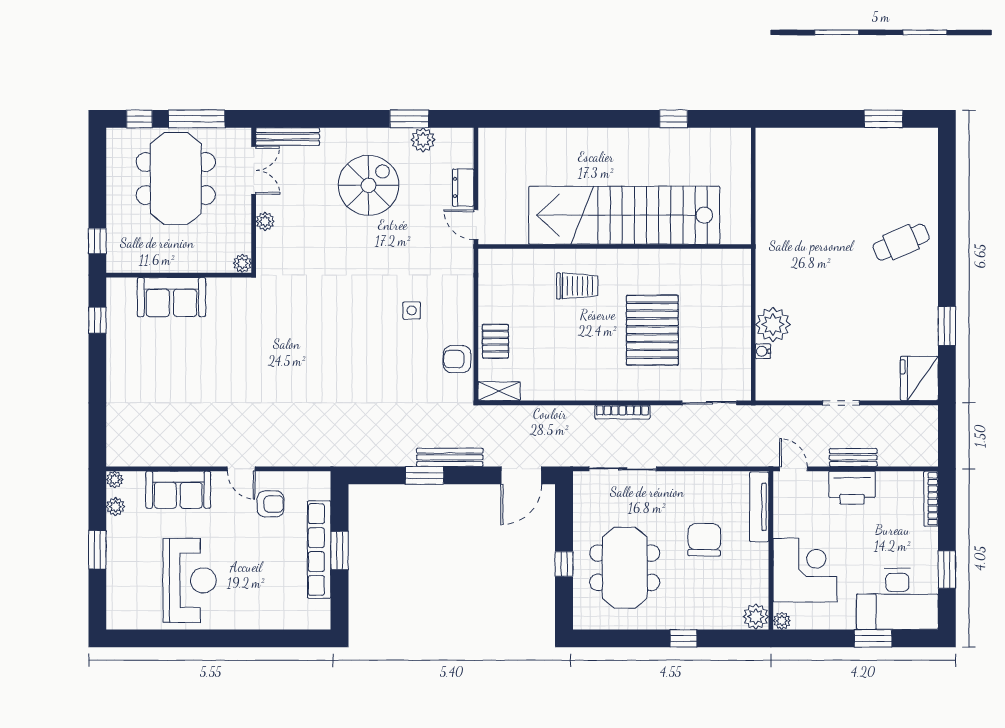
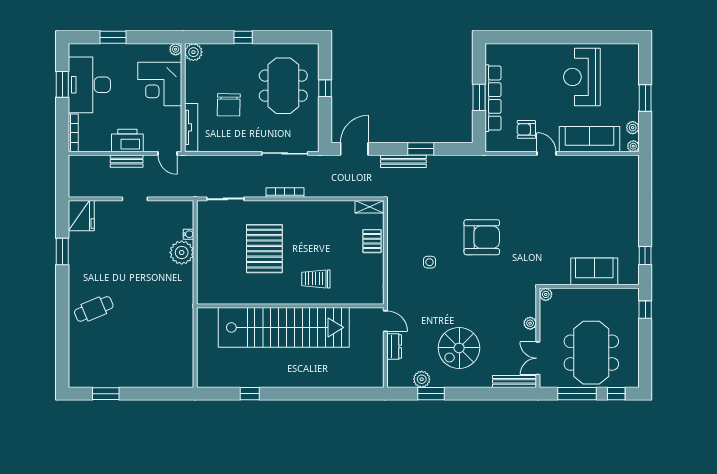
armchair: (457, 359) -> (482, 237), moved, width x1.88, depth x1.88
sofa: (178, 490) -> (590, 139), width x1.36
desk: (897, 599) -> (89, 85), moved, turned -90

